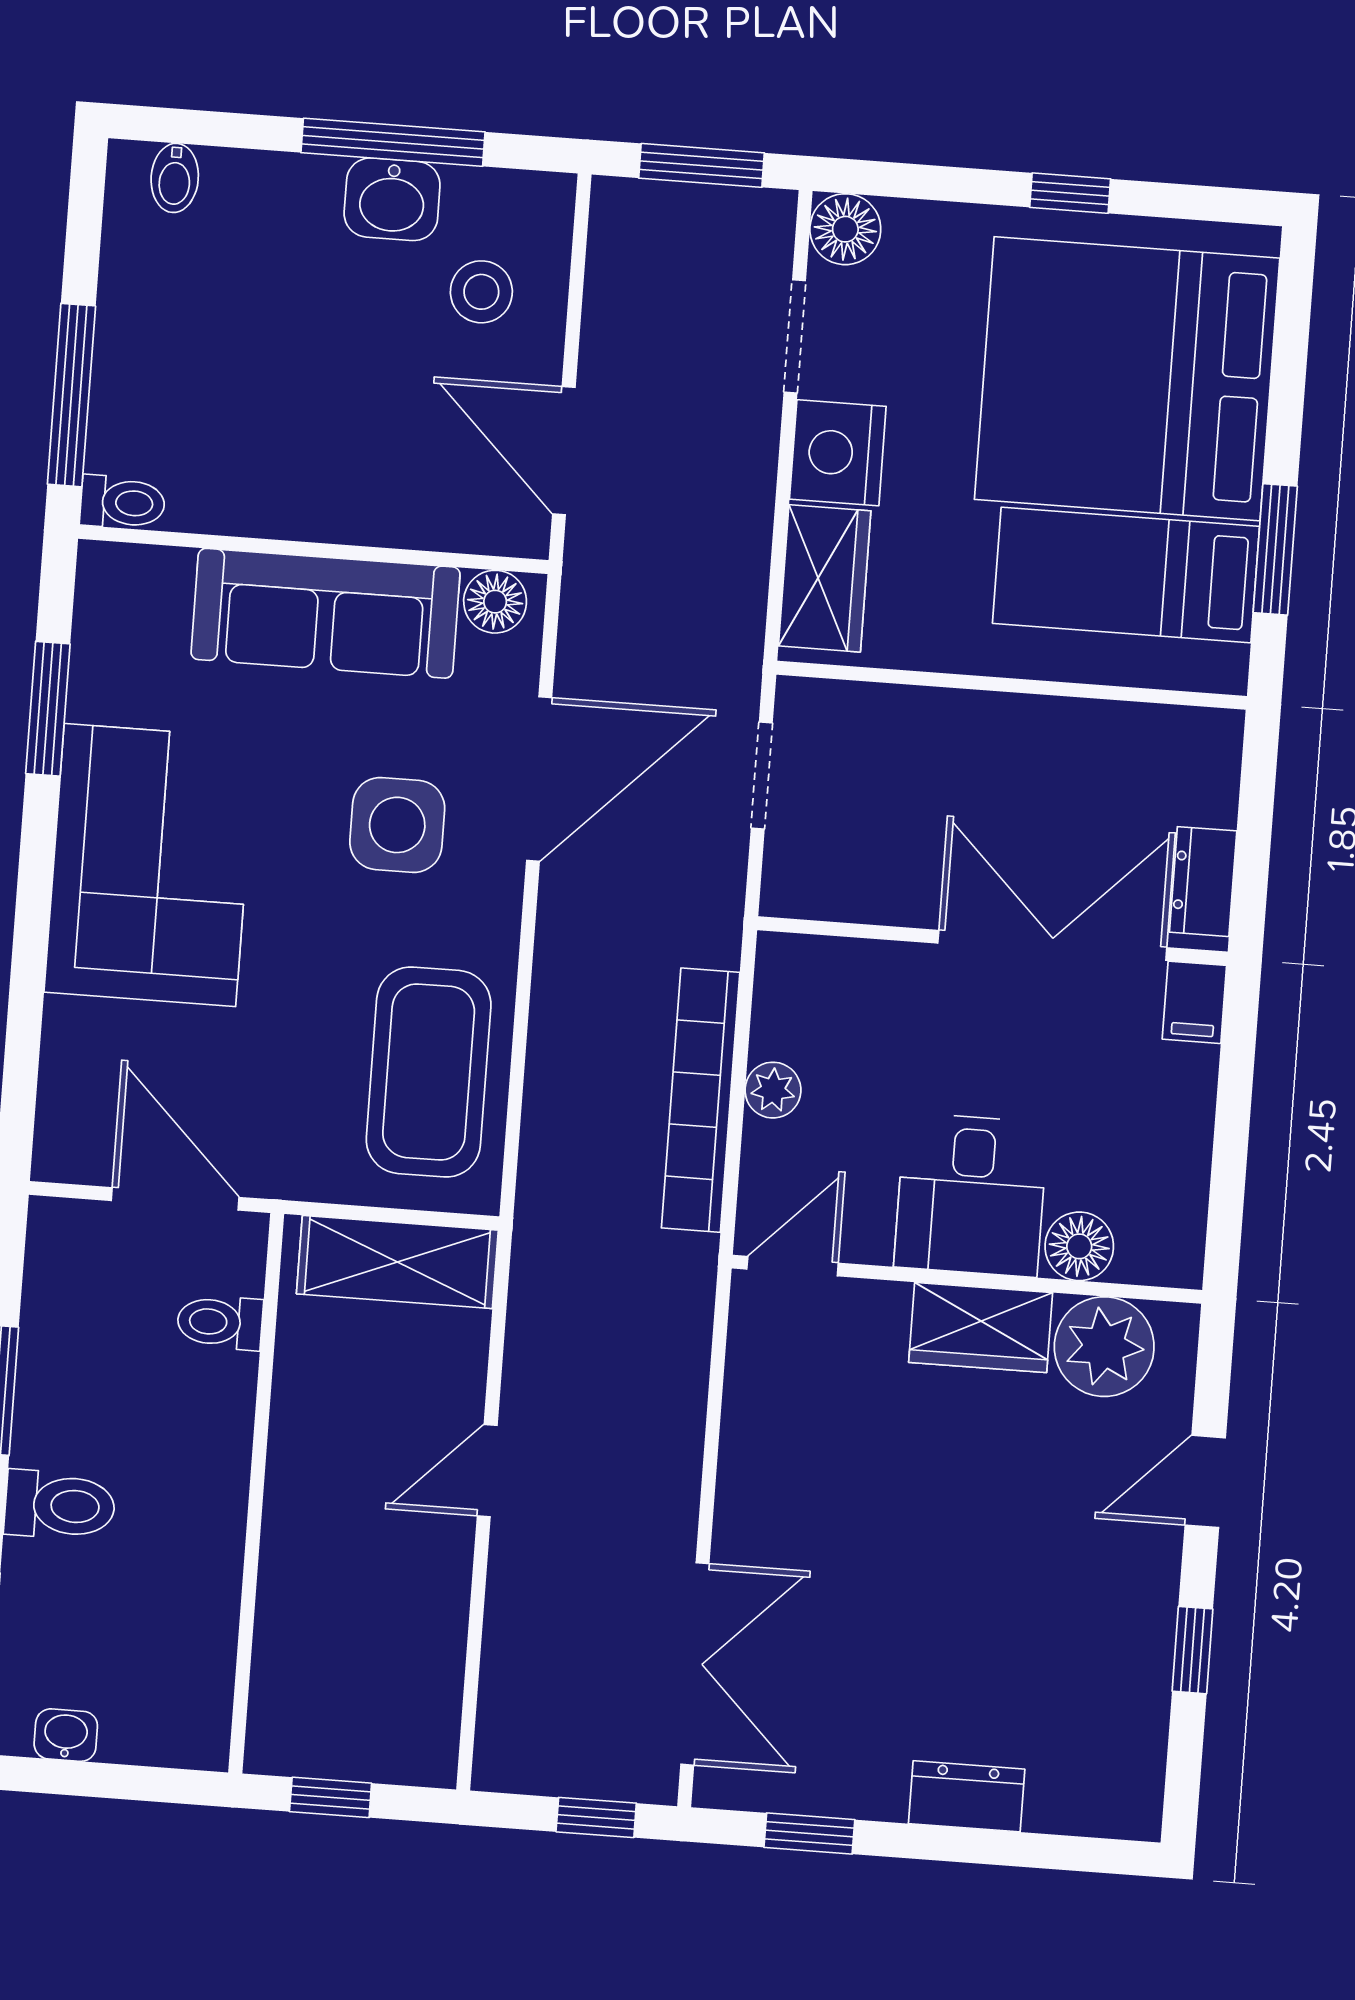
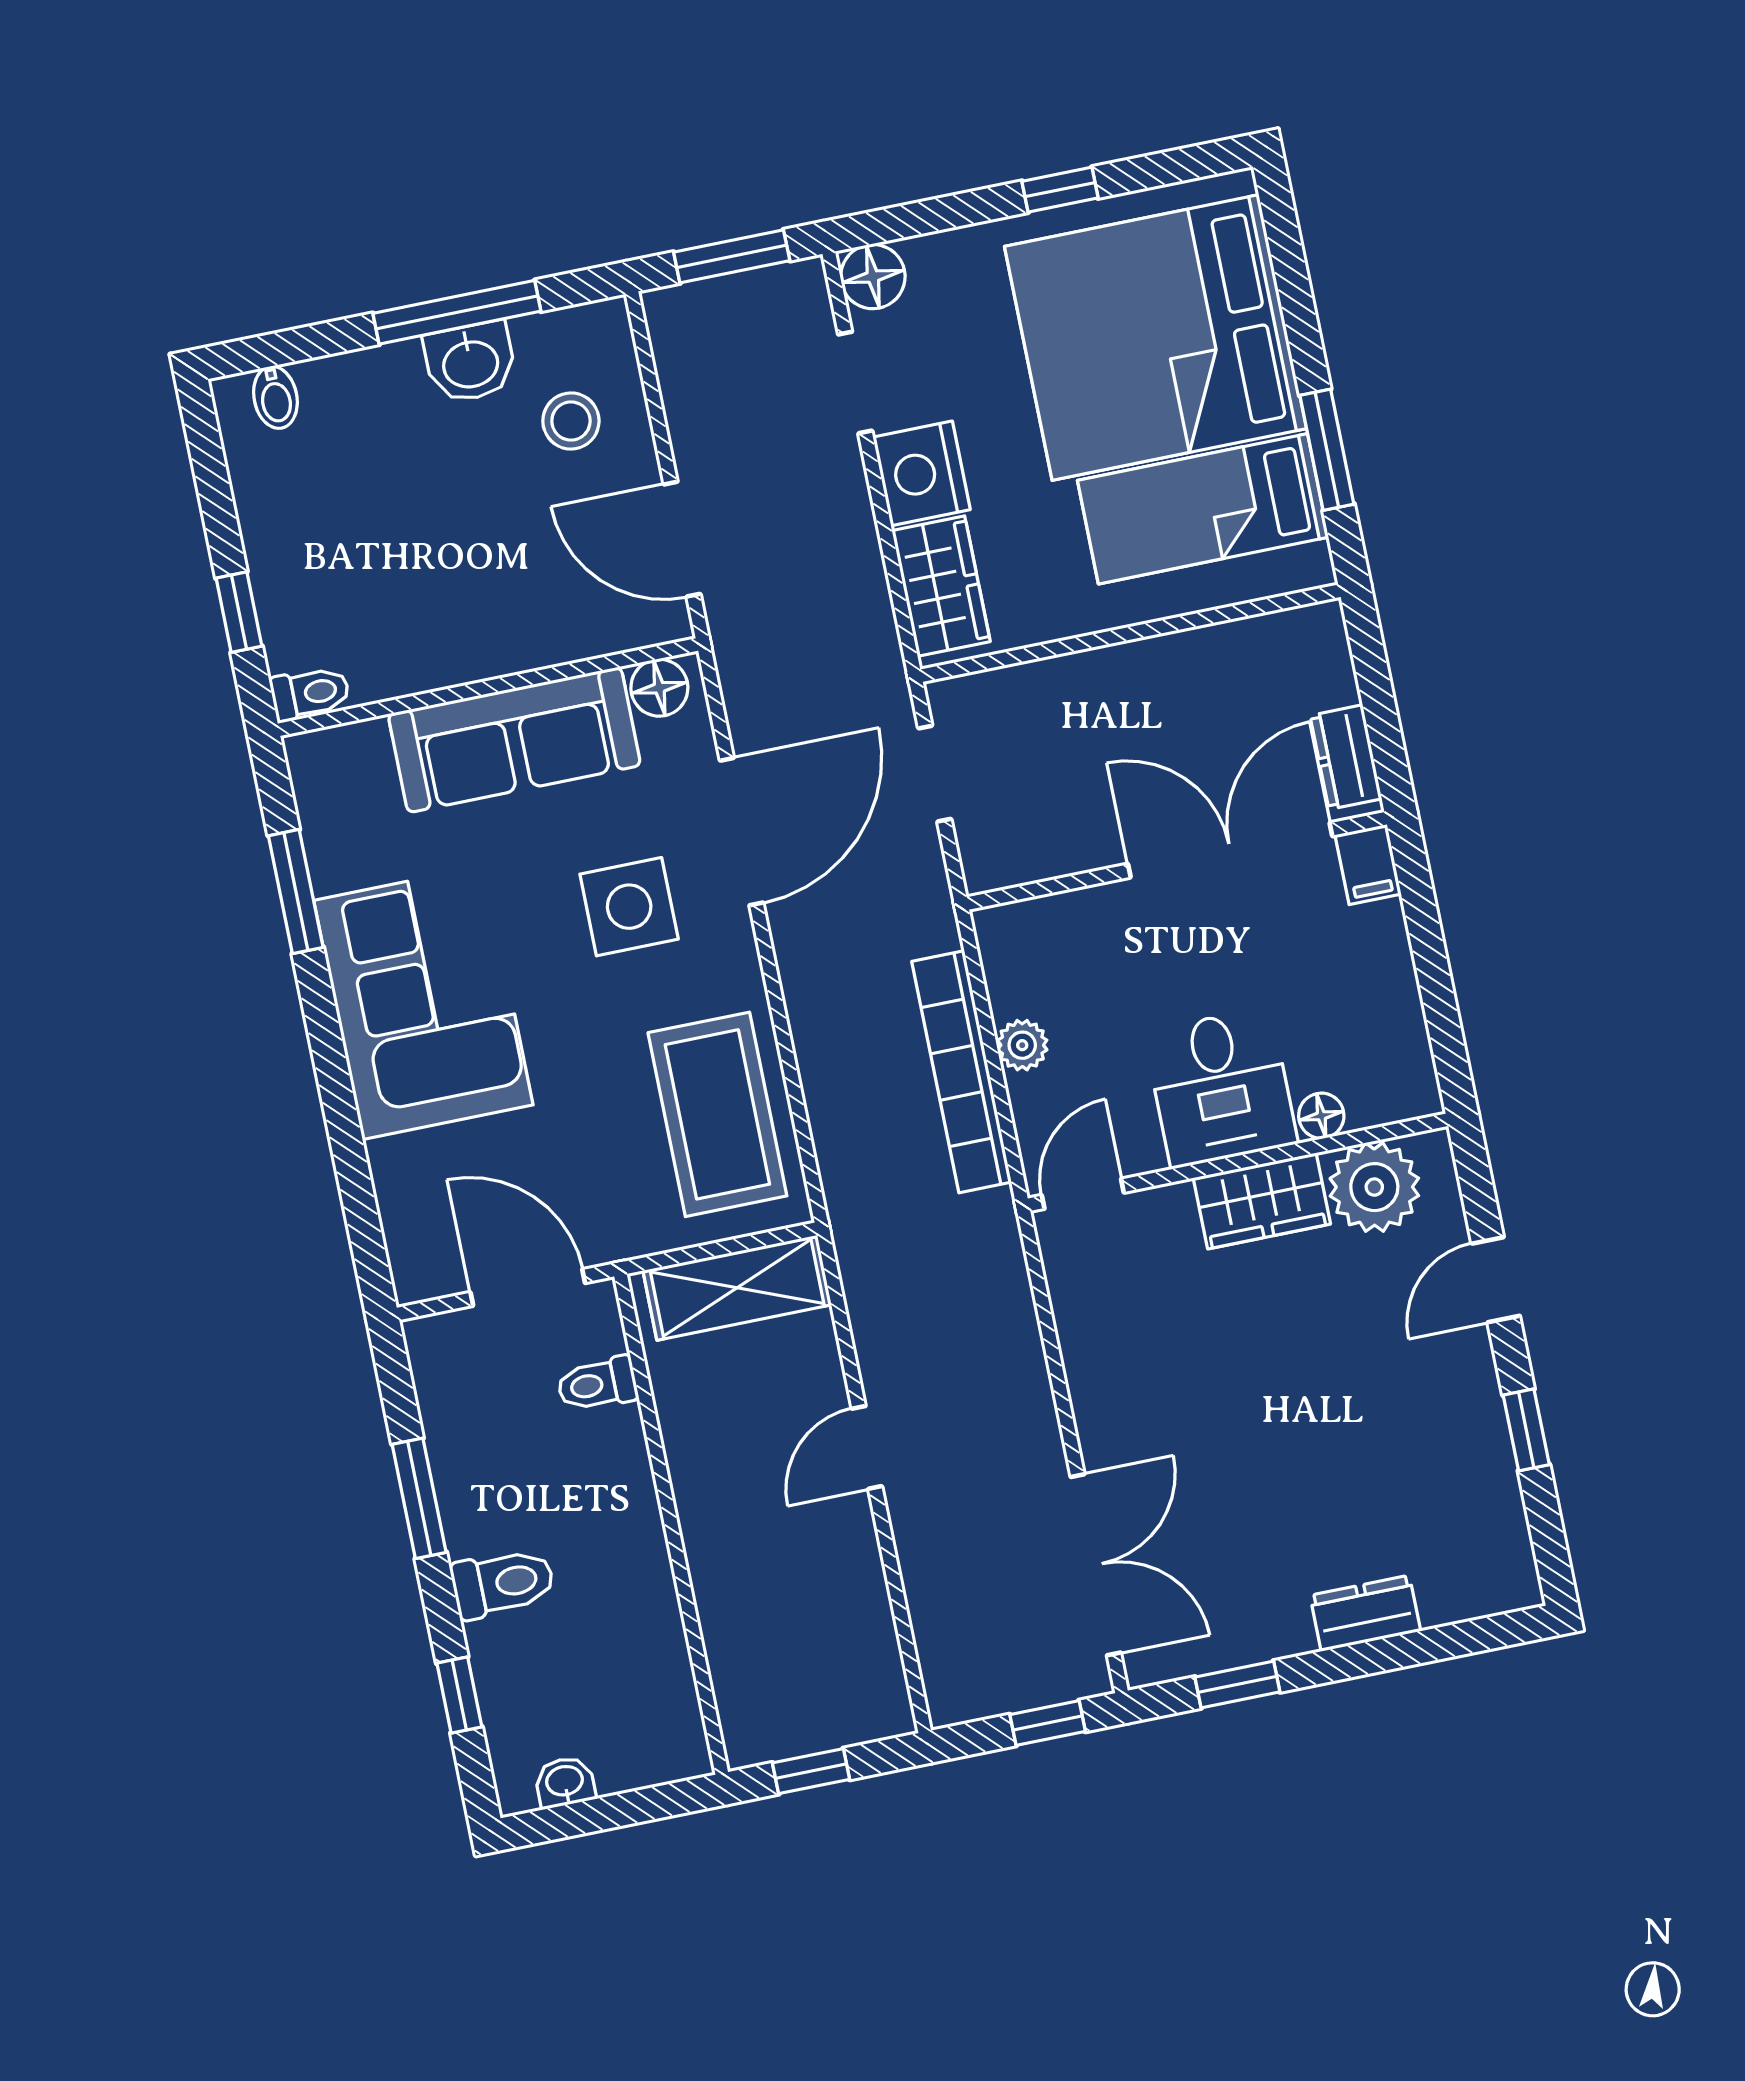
window: (71, 395) -> (239, 612), width x0.46
floor lamp: (1079, 1246) -> (1321, 1116), width x0.73, depth x0.73

